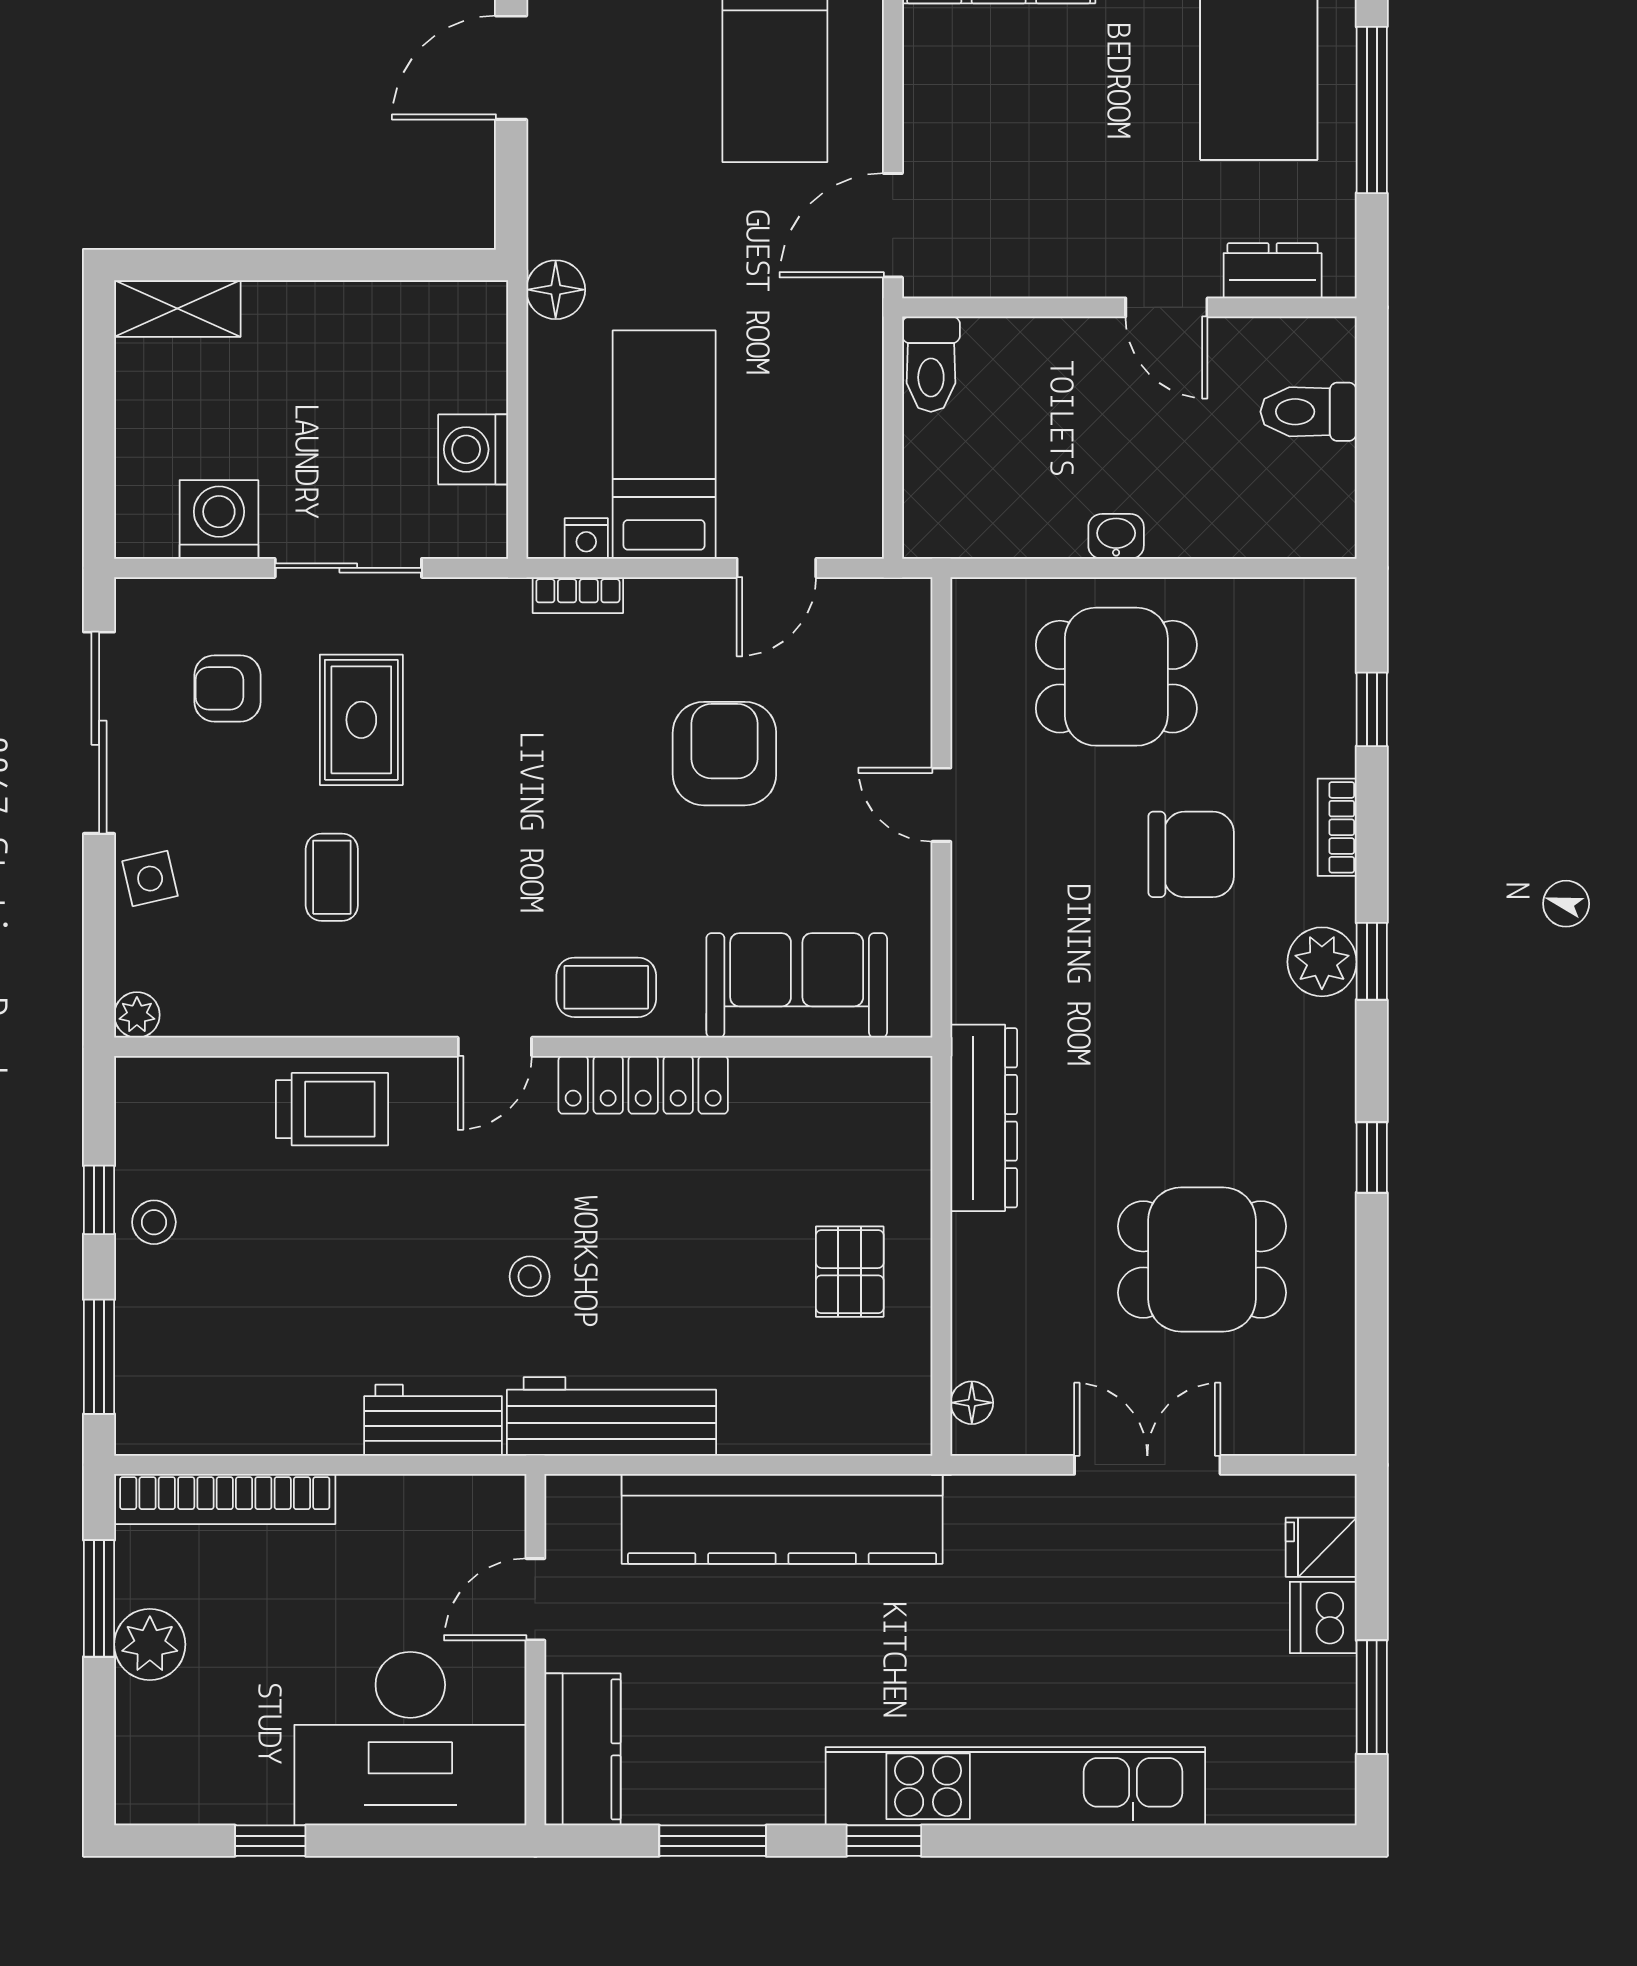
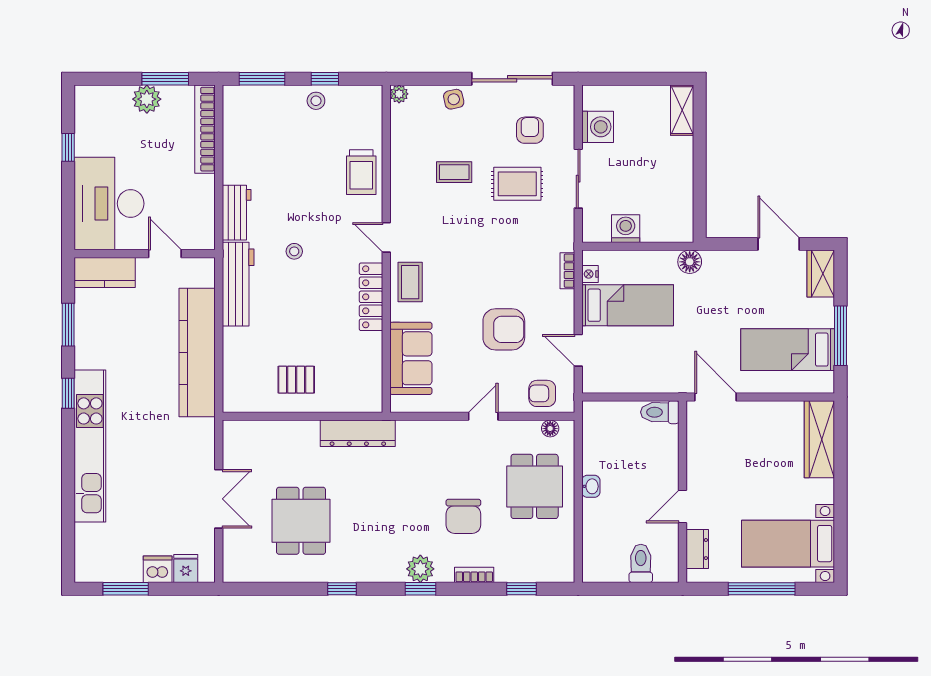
armchair: (884, 658) -> (542, 393), added
floor lamp: (972, 1403) -> (550, 429), moved

